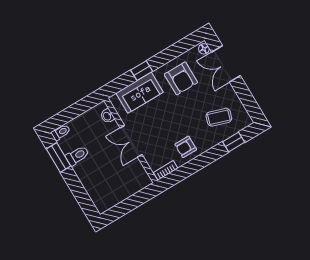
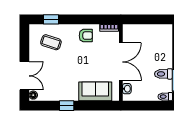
window: (142, 71) -> (67, 106), moved
armchair: (181, 78) -> (61, 84), removed
double door: (131, 141) -> (121, 62), width x1.37

